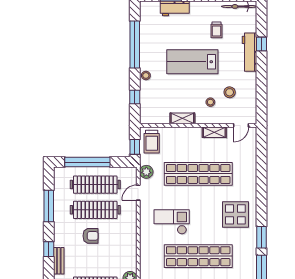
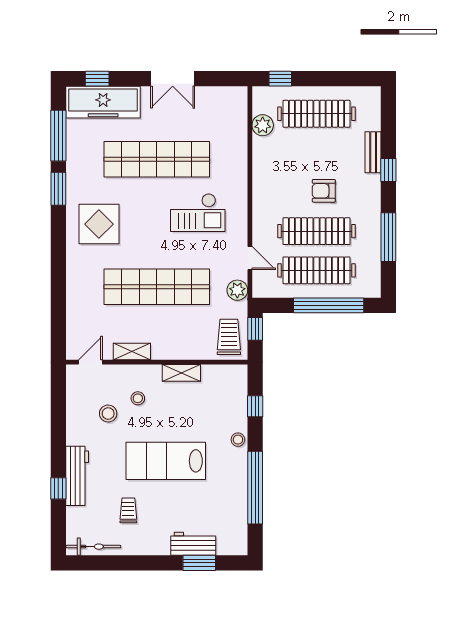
lab bench: (192, 62) -> (166, 461), turned 180
door: (138, 193) -> (250, 258), hinge flipped

